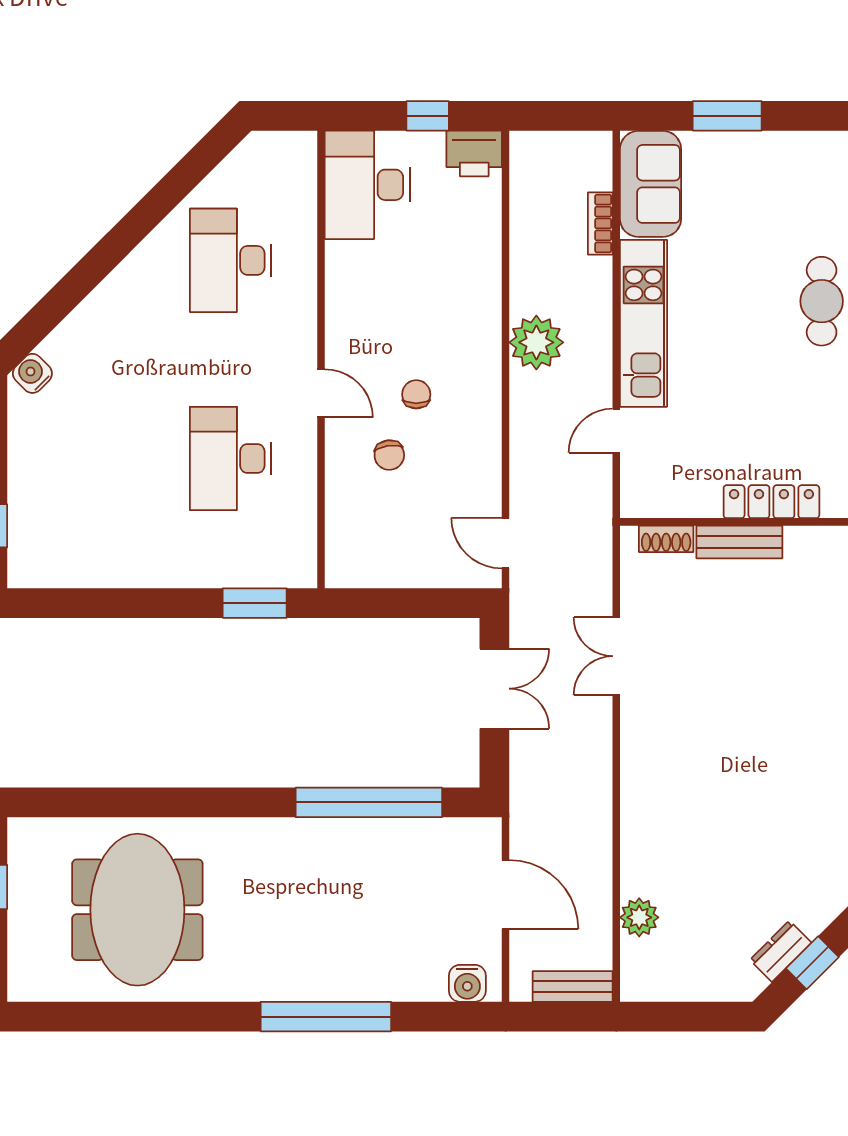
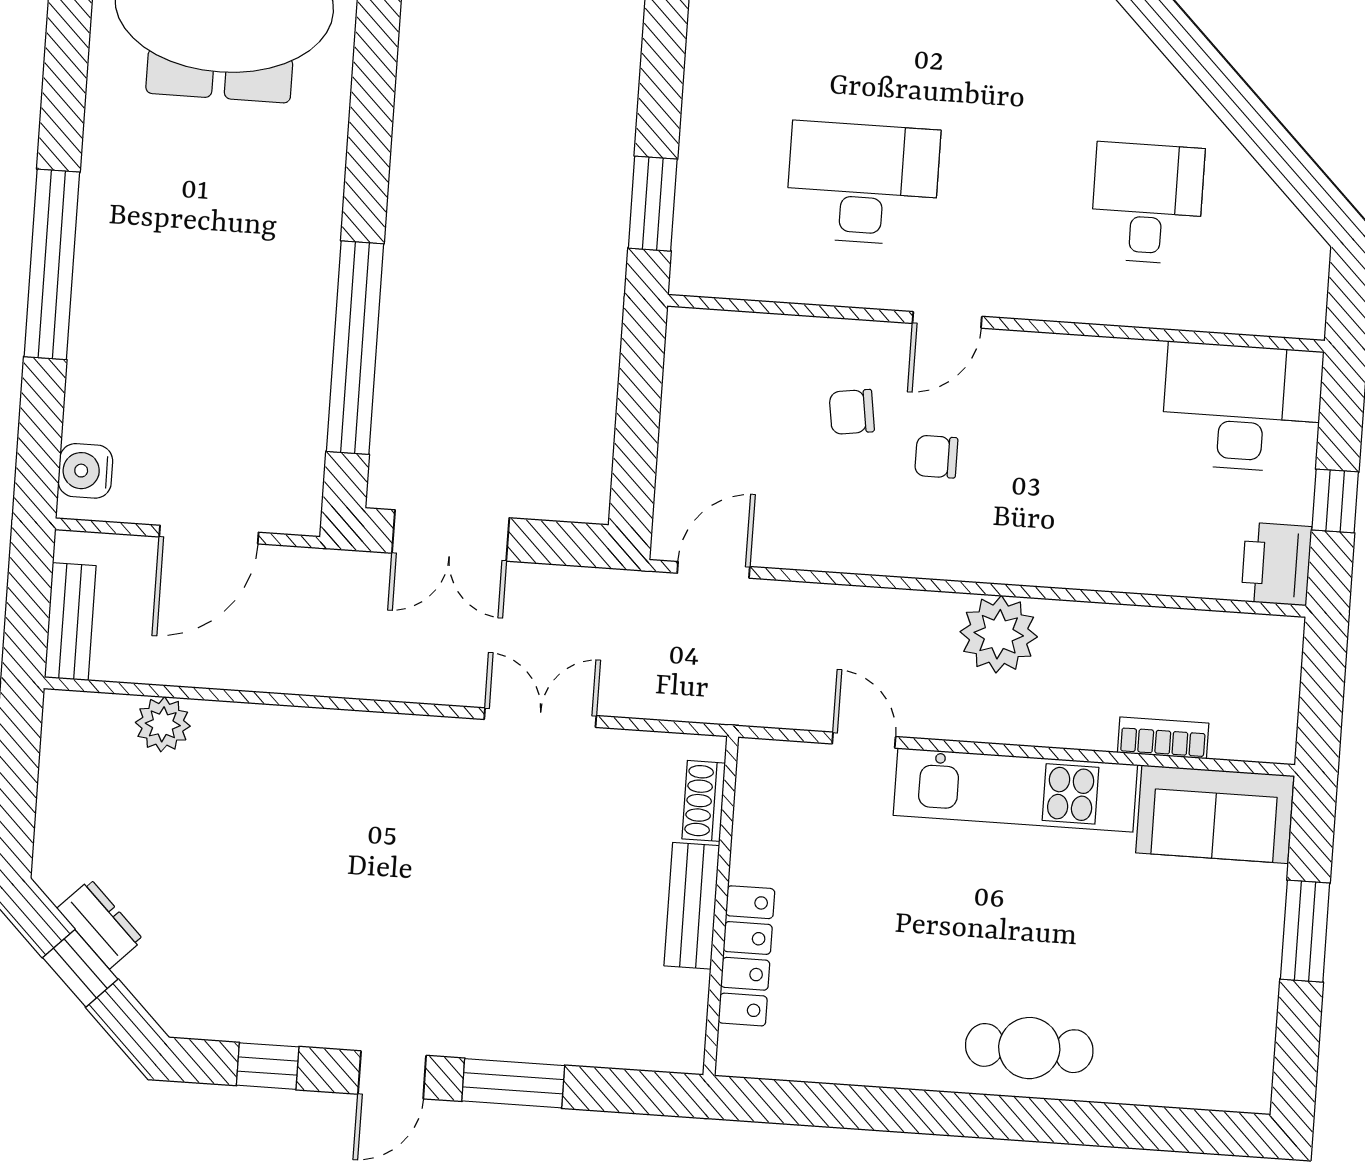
desk: (230, 260) -> (1147, 203), width x0.73
chair: (416, 394) -> (936, 457), turned 180
double door: (494, 689) -> (451, 536), moved

